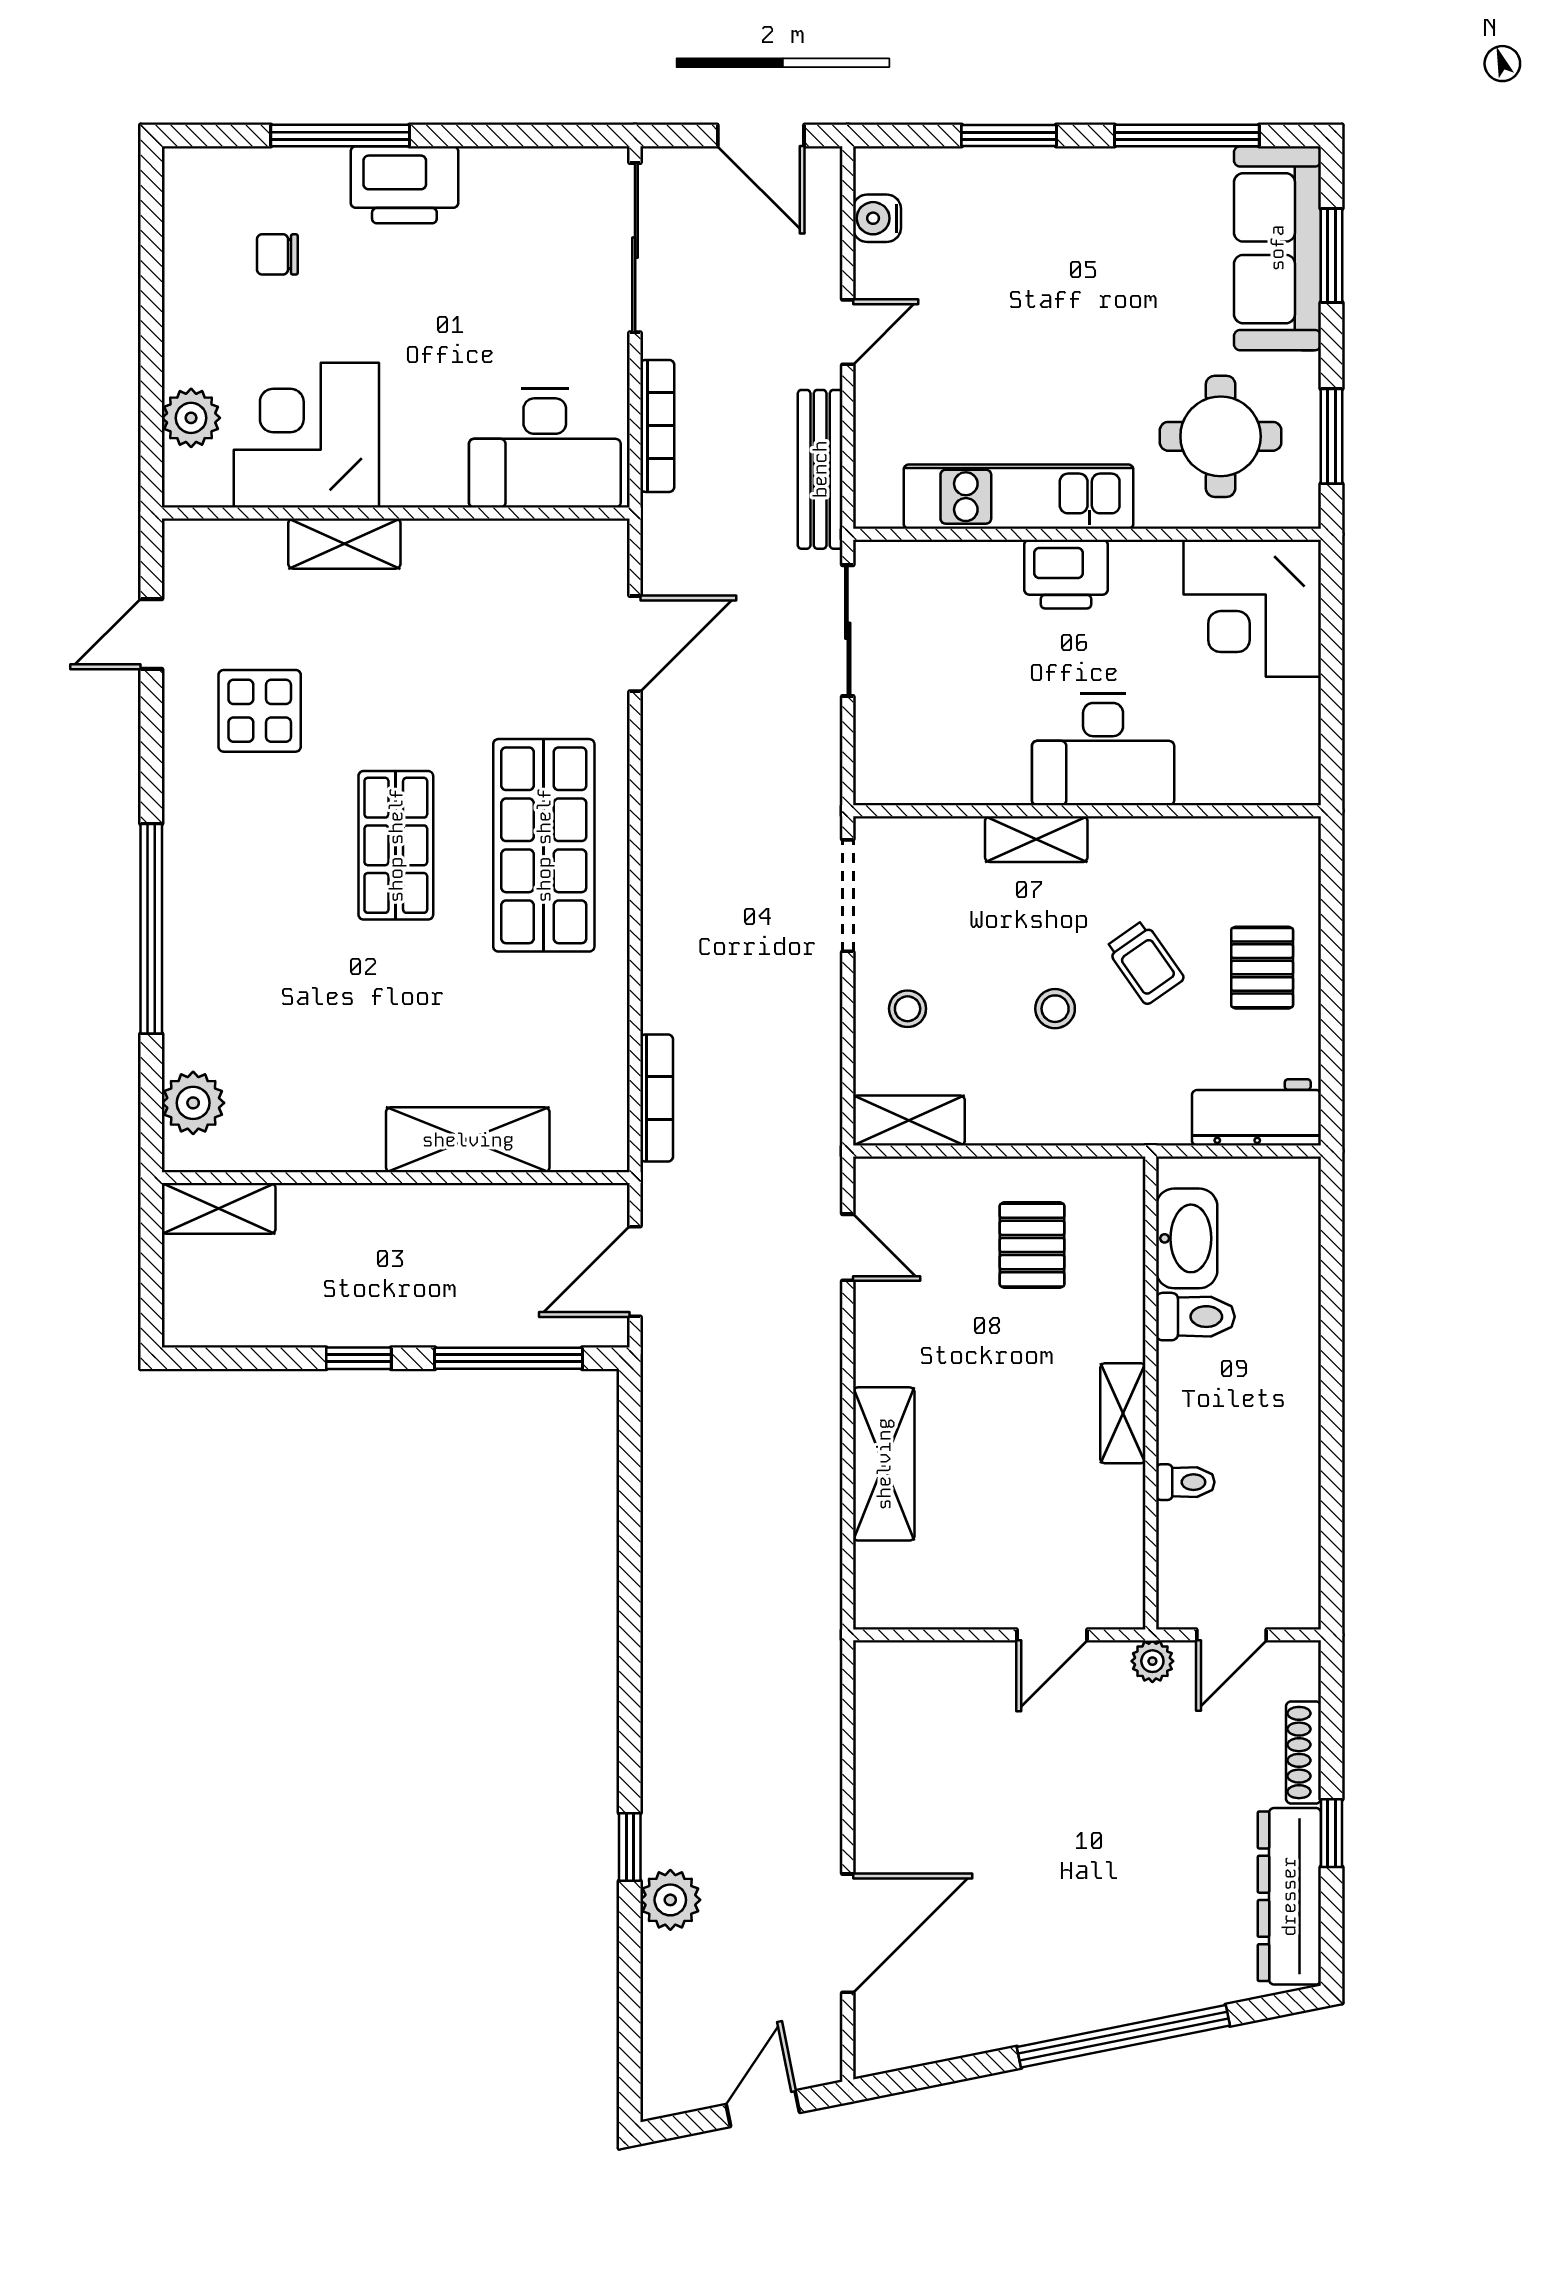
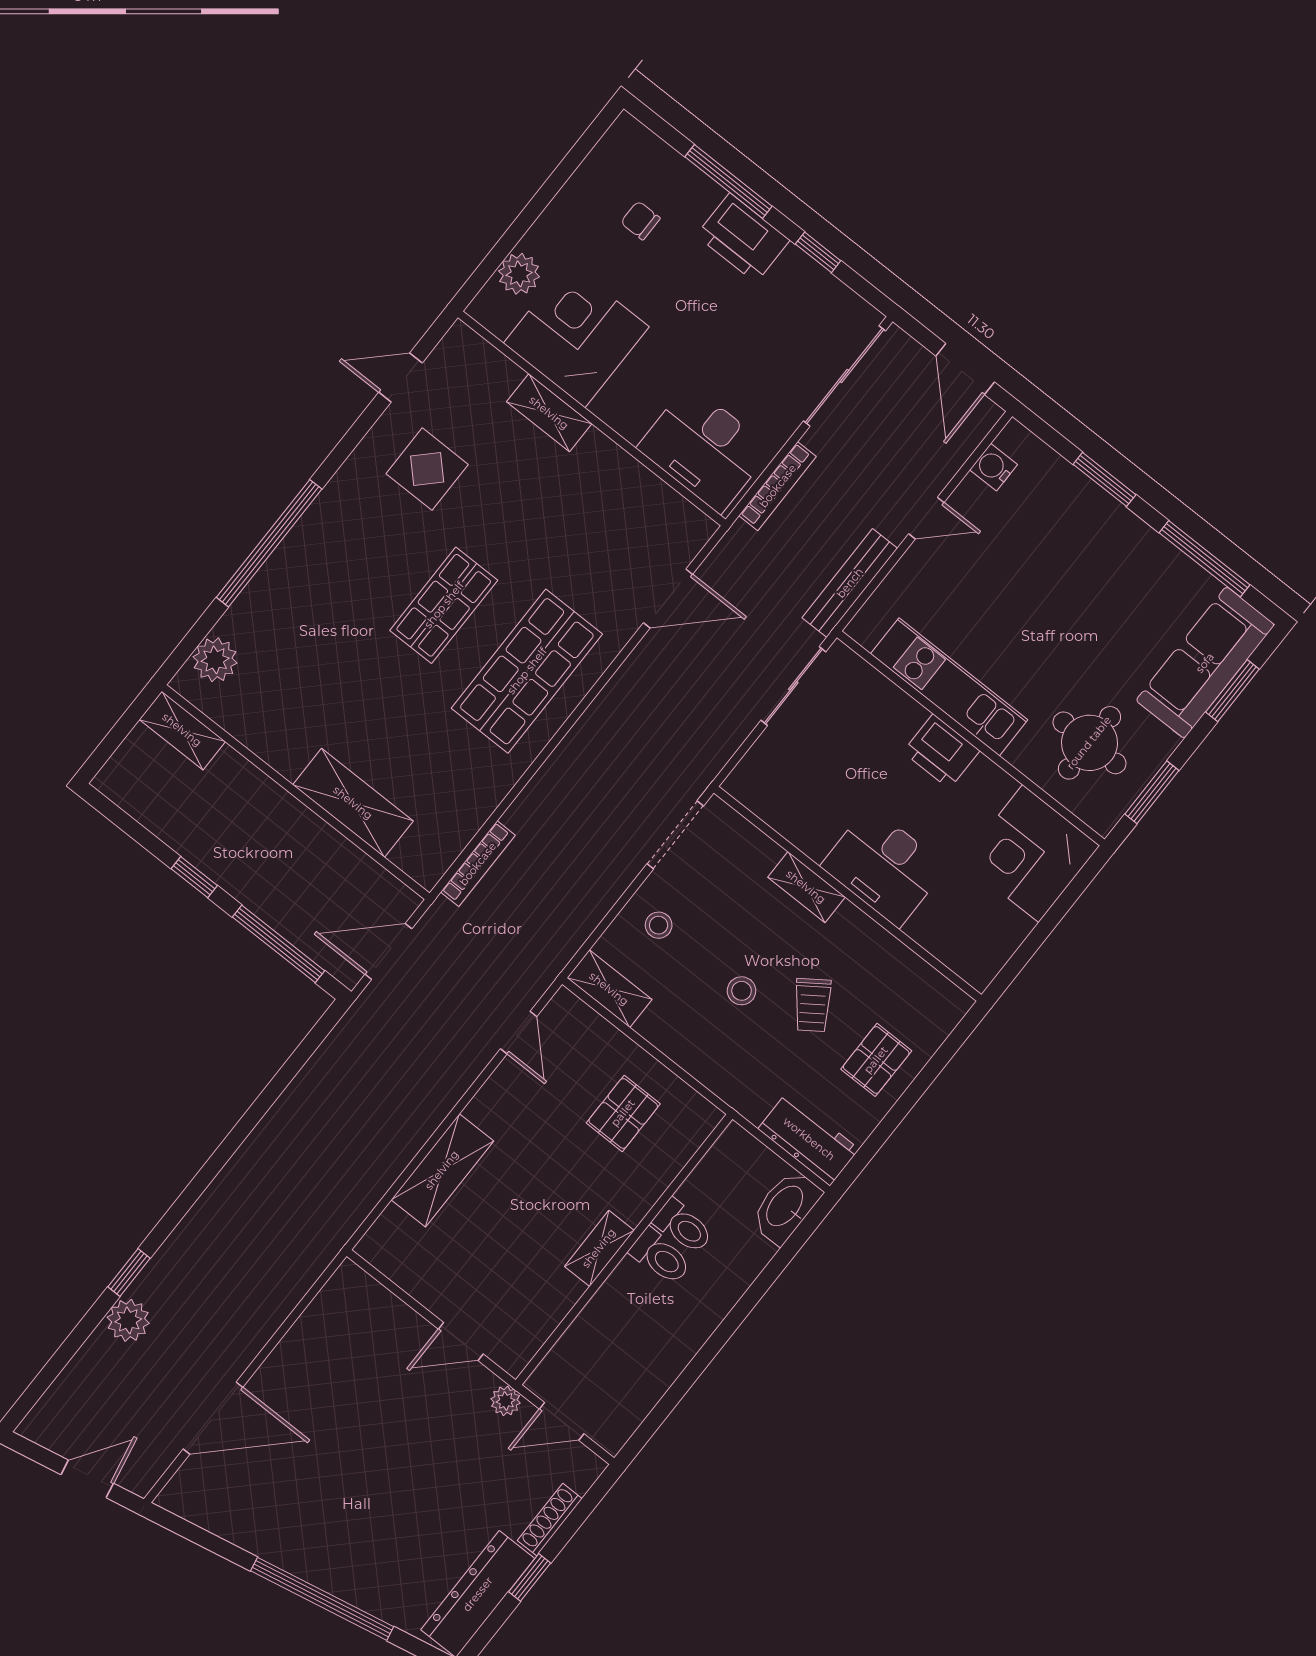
window: (499, 136) -> (818, 252), added
washbasin: (1187, 1238) -> (786, 1207), moved, turned 180
toilet: (1185, 1482) -> (660, 1257), moved, width x1.37, depth x1.39

